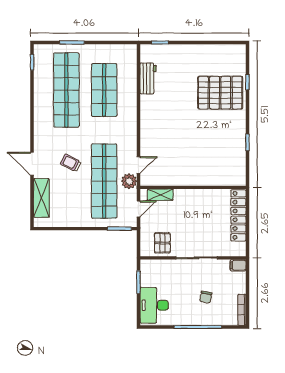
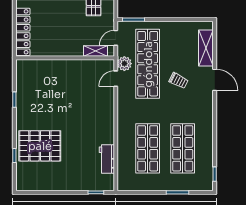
shop shelf: (66, 90) -> (183, 148), width x0.71

